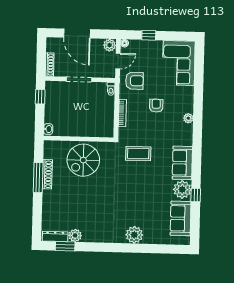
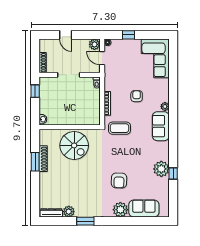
door: (77, 33) -> (66, 35), width x0.53
door: (118, 61) -> (102, 58), swing flipped
armchair: (134, 81) -> (119, 181), moved, turned 92
coffee table: (138, 154) -> (119, 128), moved
spiral stairs: (83, 160) -> (74, 145), turned -90
sofa: (182, 163) -> (161, 126), moved
window: (38, 178) -> (35, 162), width x0.69
sofa: (181, 218) -> (144, 208), moved, turned 90
window: (65, 246) -> (85, 221), moved

